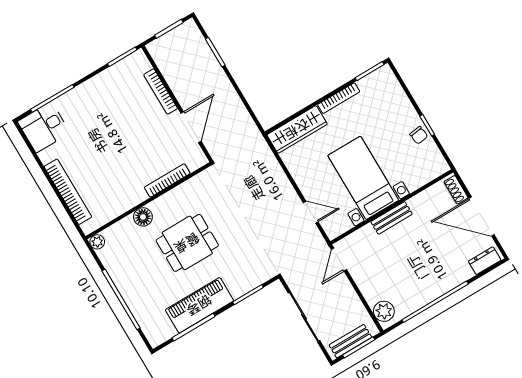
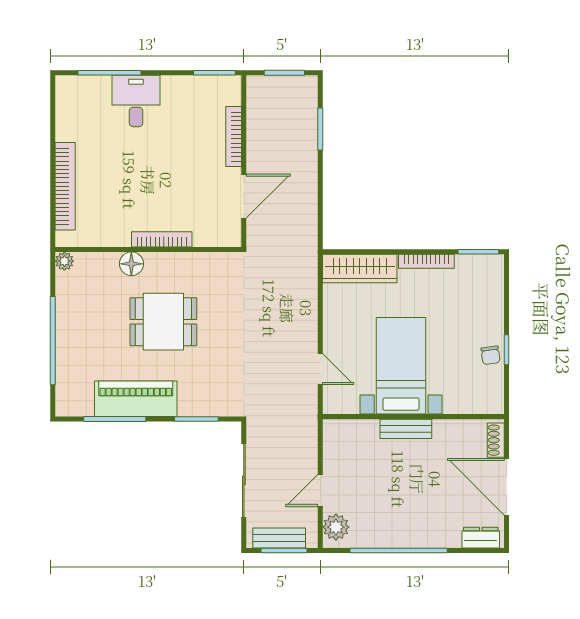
desk: (44, 127) -> (136, 101), moved, turned 90
bookcase: (167, 180) -> (162, 239), moved
door: (339, 260) -> (320, 490), moved

